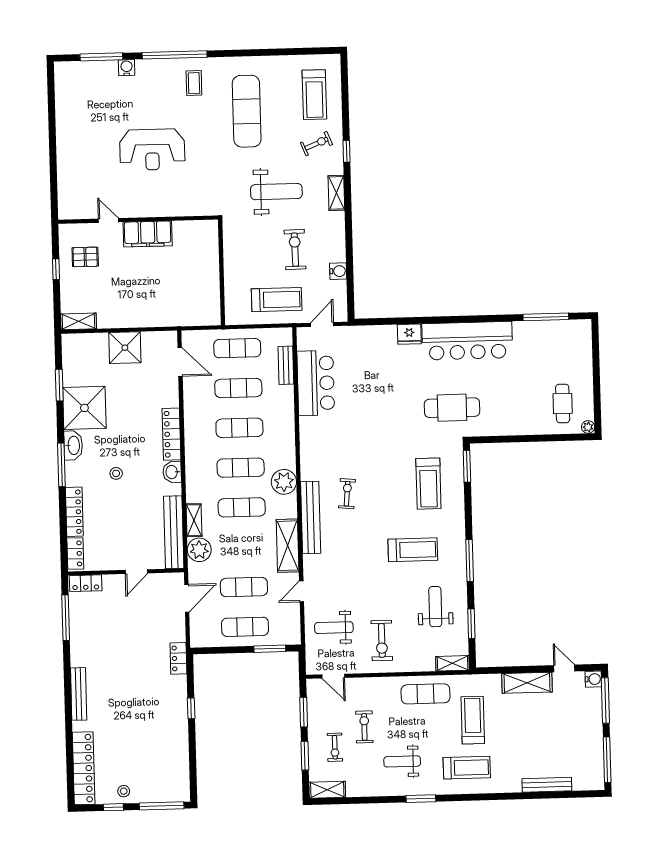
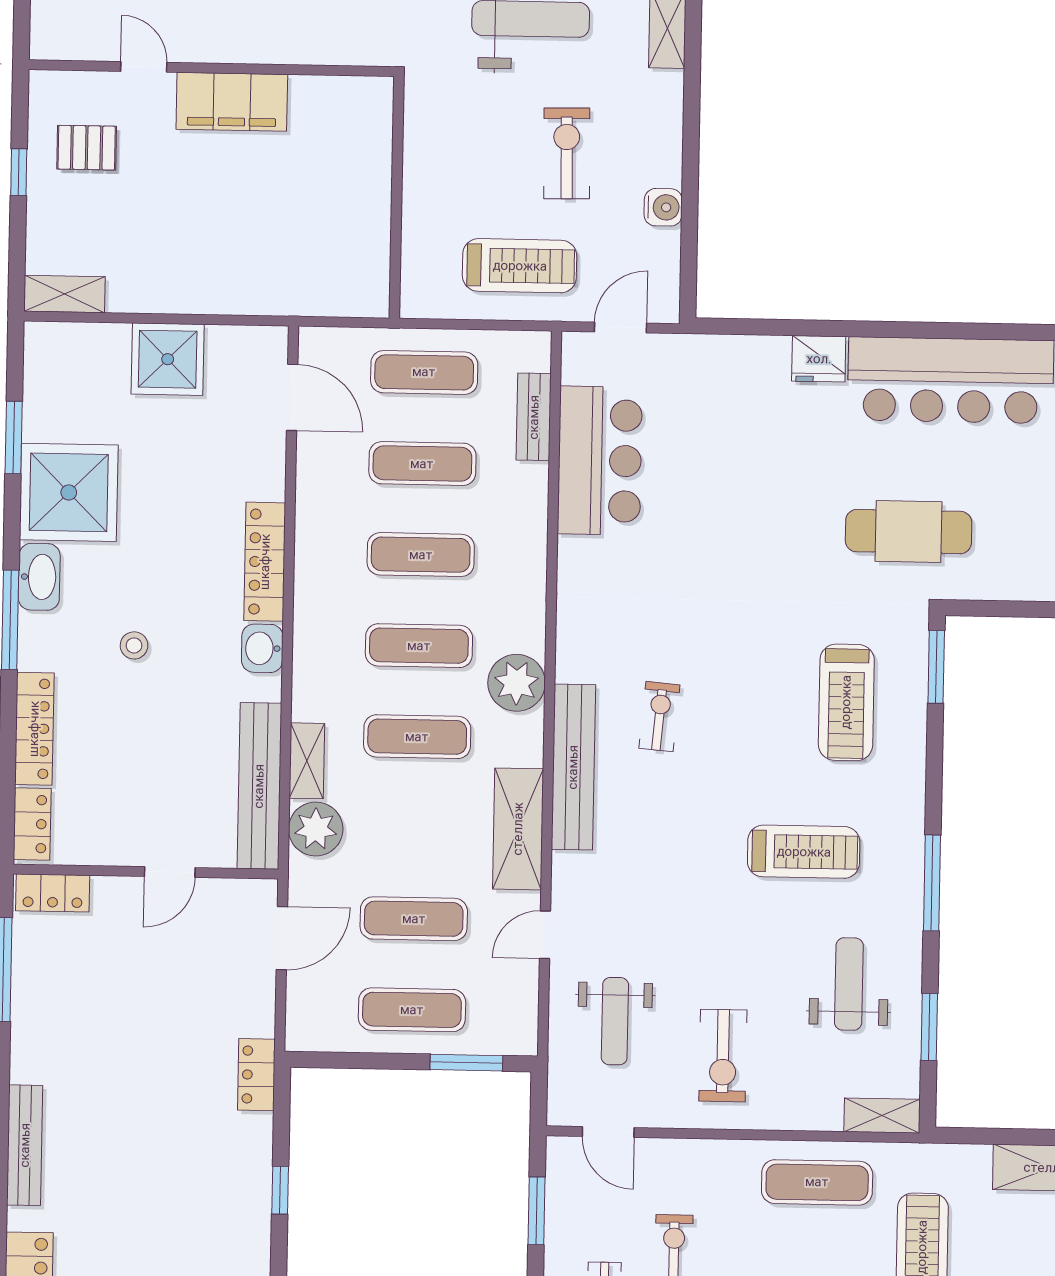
weight bench: (334, 628) -> (615, 1021), turned -90

